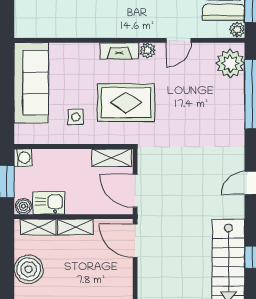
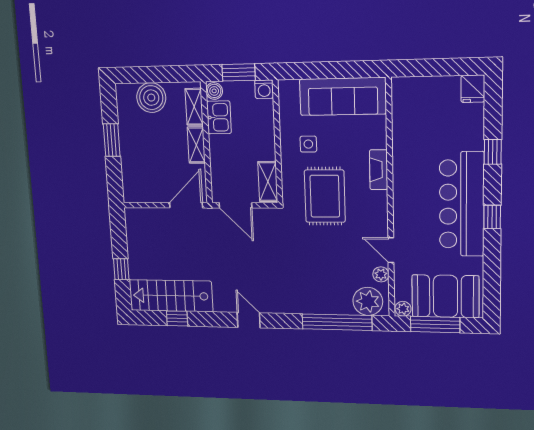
plant: (148, 50) -> (381, 274), moved
fireplace: (119, 51) -> (379, 170), moved
door: (135, 191) -> (235, 205), swing flipped

